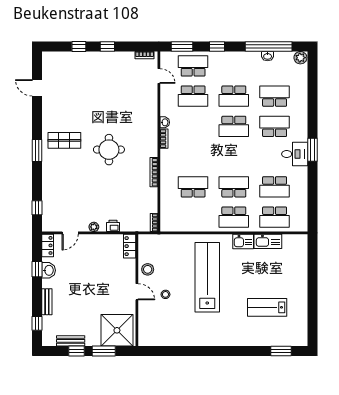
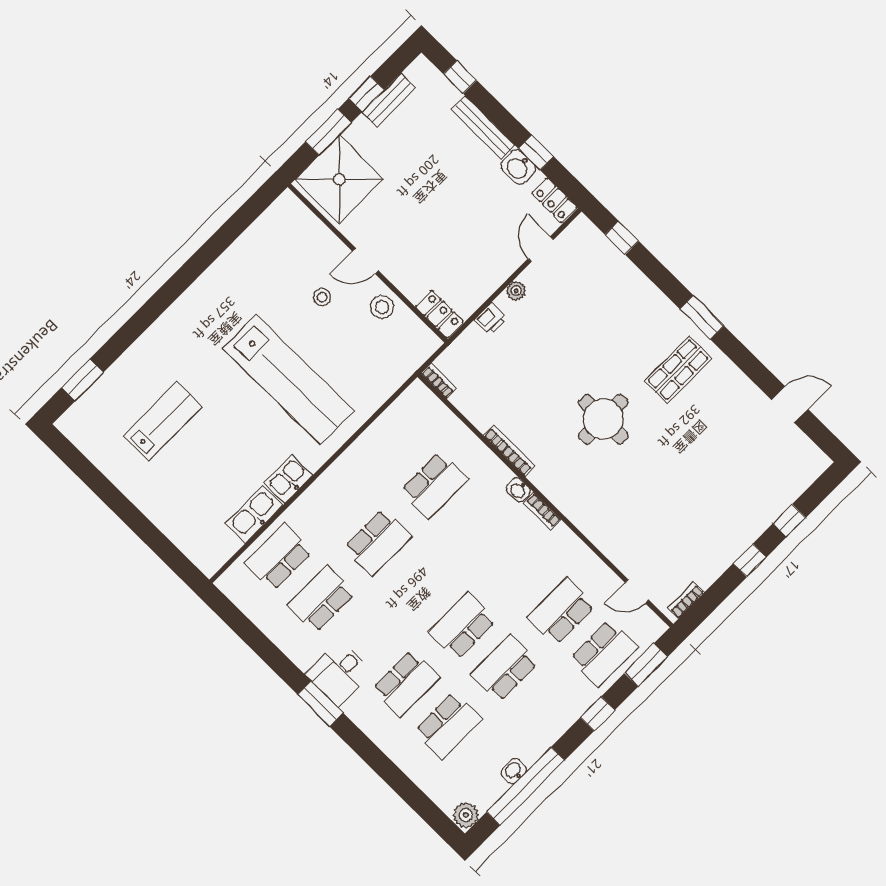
washbasin: (165, 122) -> (518, 490), moved
school desk: (234, 217) -> (335, 500), removed
bench: (47, 302) -> (483, 128), width x1.36

